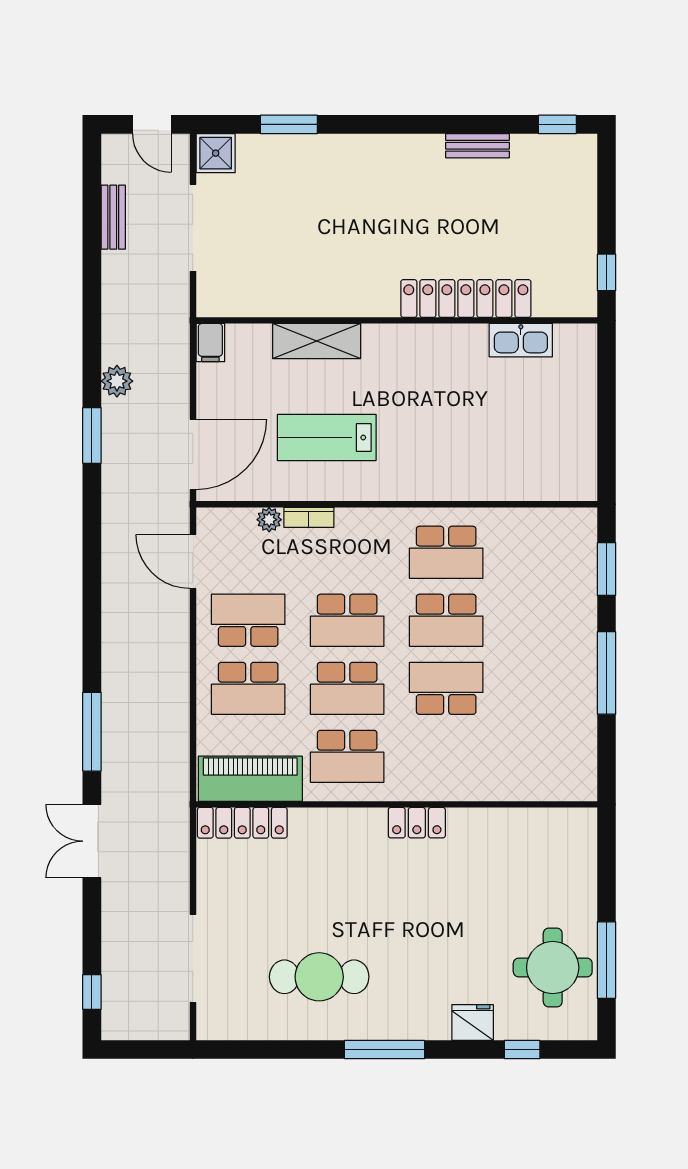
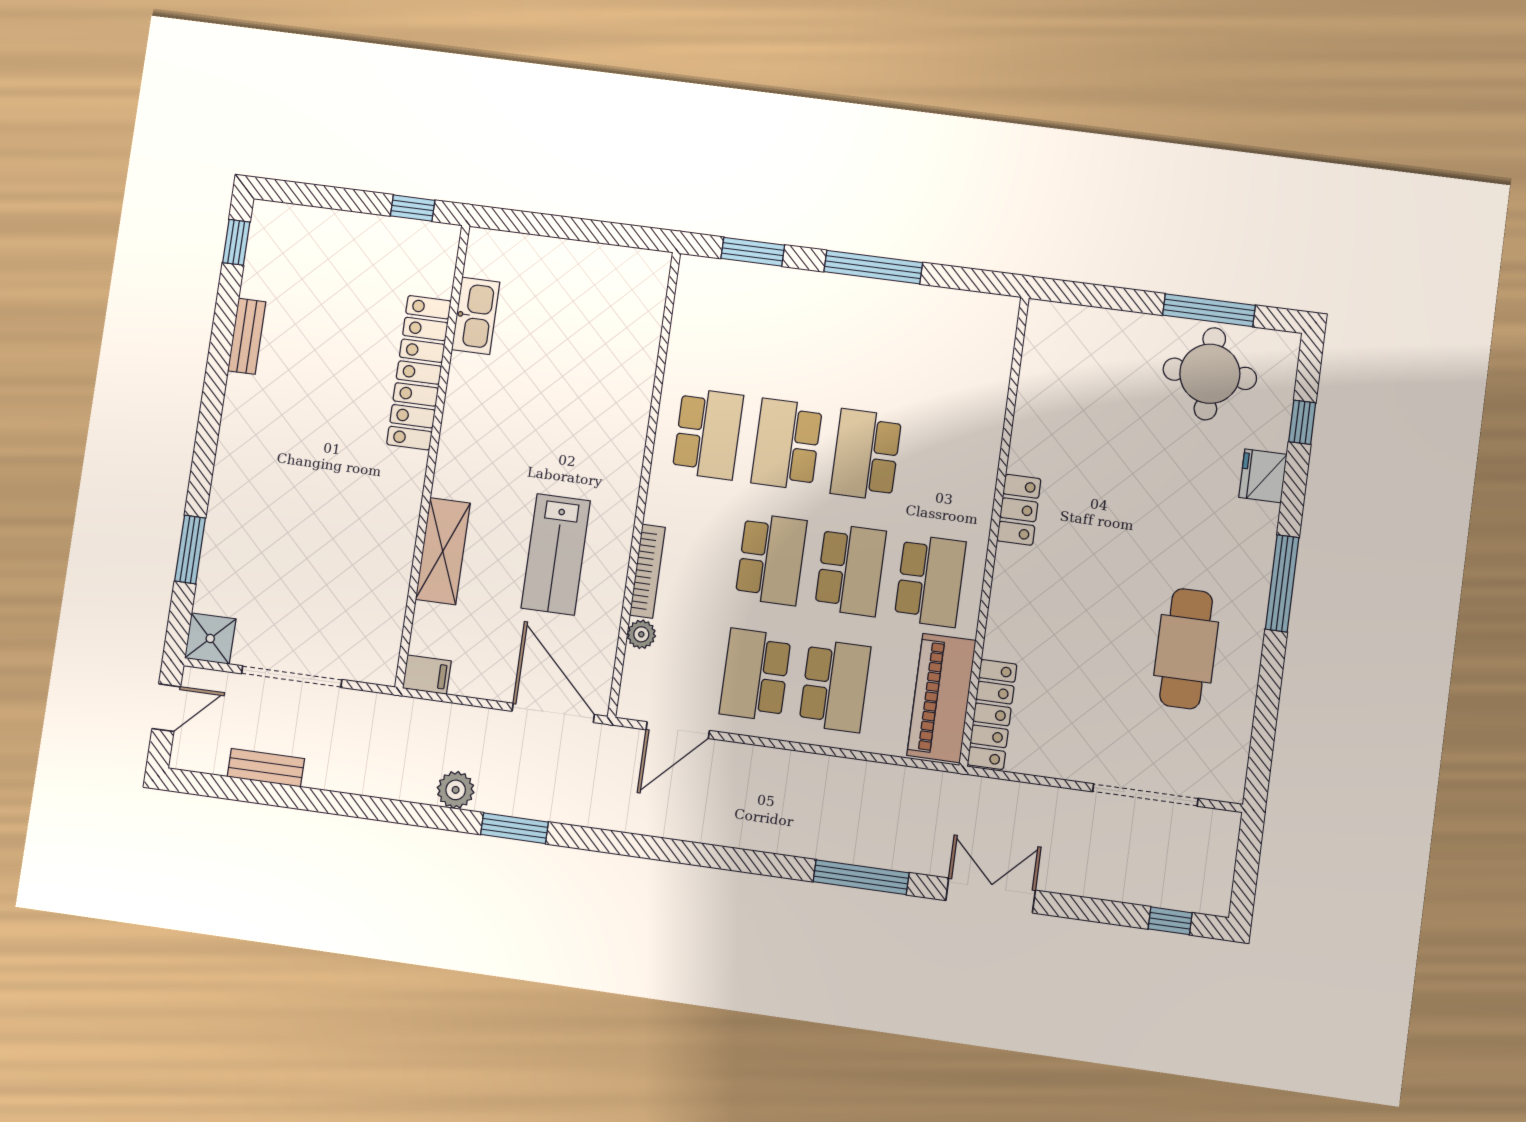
bookcase: (309, 517) -> (647, 571), width x1.56
school desk: (446, 620) -> (787, 444), turned 180
double door: (92, 841) -> (991, 895), swing flipped

